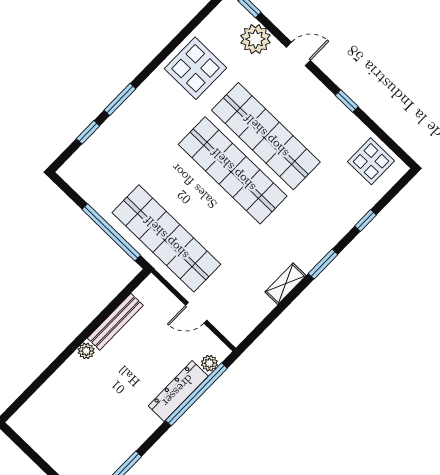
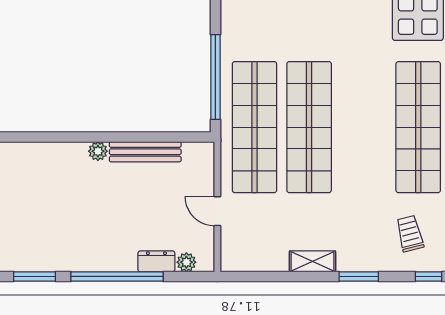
shop shelf: (233, 170) -> (309, 127), moved
trolley: (327, 206) -> (410, 234), added
dresser: (178, 391) -> (156, 261), width x0.51, depth x0.80
window: (196, 394) -> (117, 276), moved

